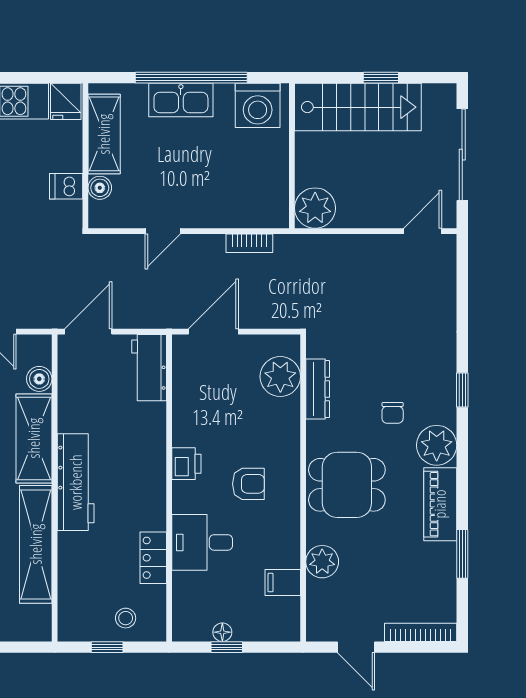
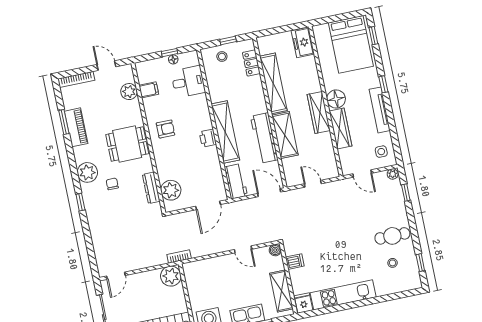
boiler: (100, 188) -> (275, 250), moved
door: (163, 231) -> (243, 249), swing flipped
bookcase: (249, 243) -> (179, 256), moved
door: (88, 332) -> (269, 193), swing flipped
boiler: (39, 379) -> (288, 165), removed
shelving: (150, 469) -> (225, 132), added
workbench: (76, 482) -> (264, 138), moved
armchair: (248, 484) -> (165, 129), moved, turned 180
piano: (440, 504) -> (76, 127), moved
desk: (202, 542) -> (188, 82), moved
locker: (153, 558) -> (251, 63), moved, turned 180
plant: (322, 562) -> (129, 92), moved

